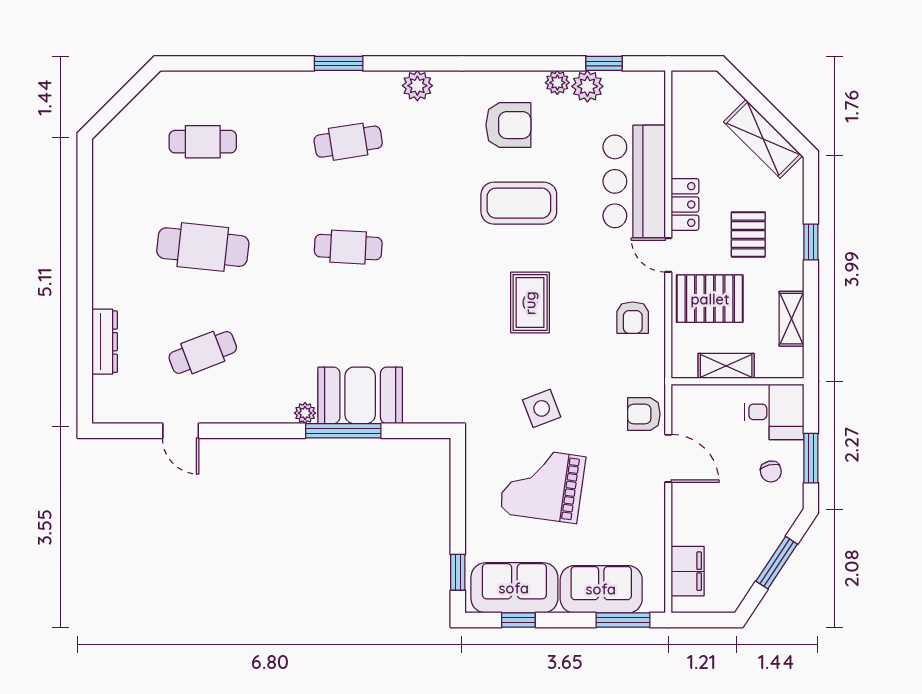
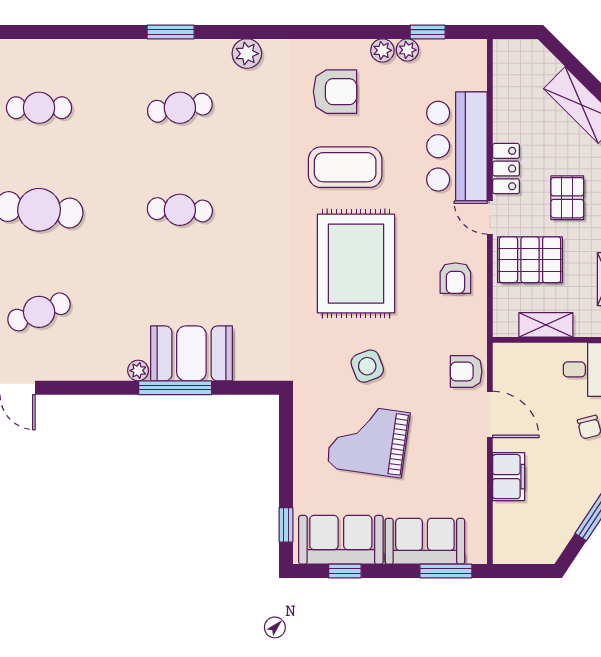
plant: (587, 86) -> (407, 50), width x0.73, depth x0.73
rug: (530, 303) -> (356, 264), width x1.86, depth x2.06
filing cabinet: (688, 571) -> (509, 477), moved

